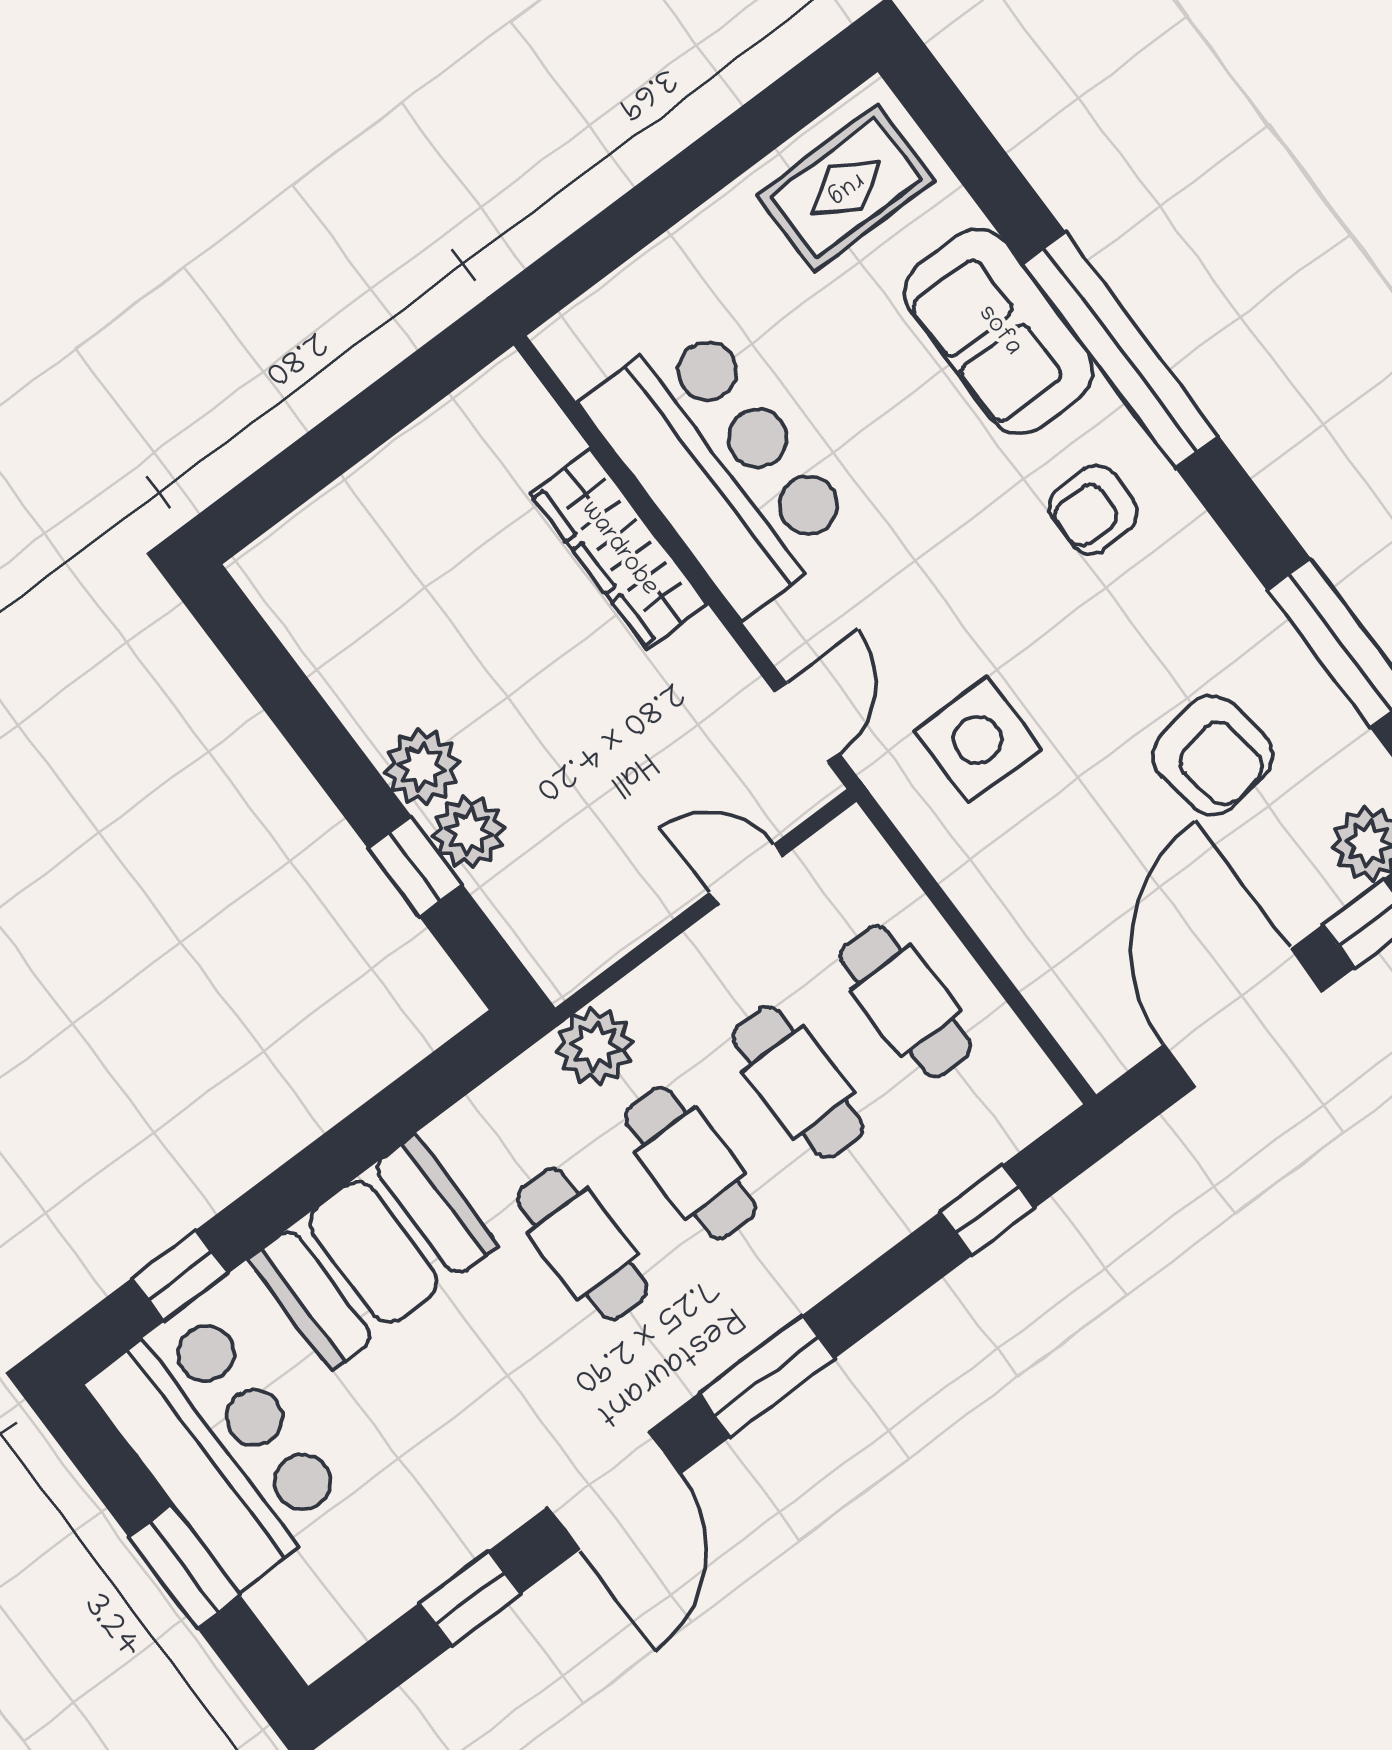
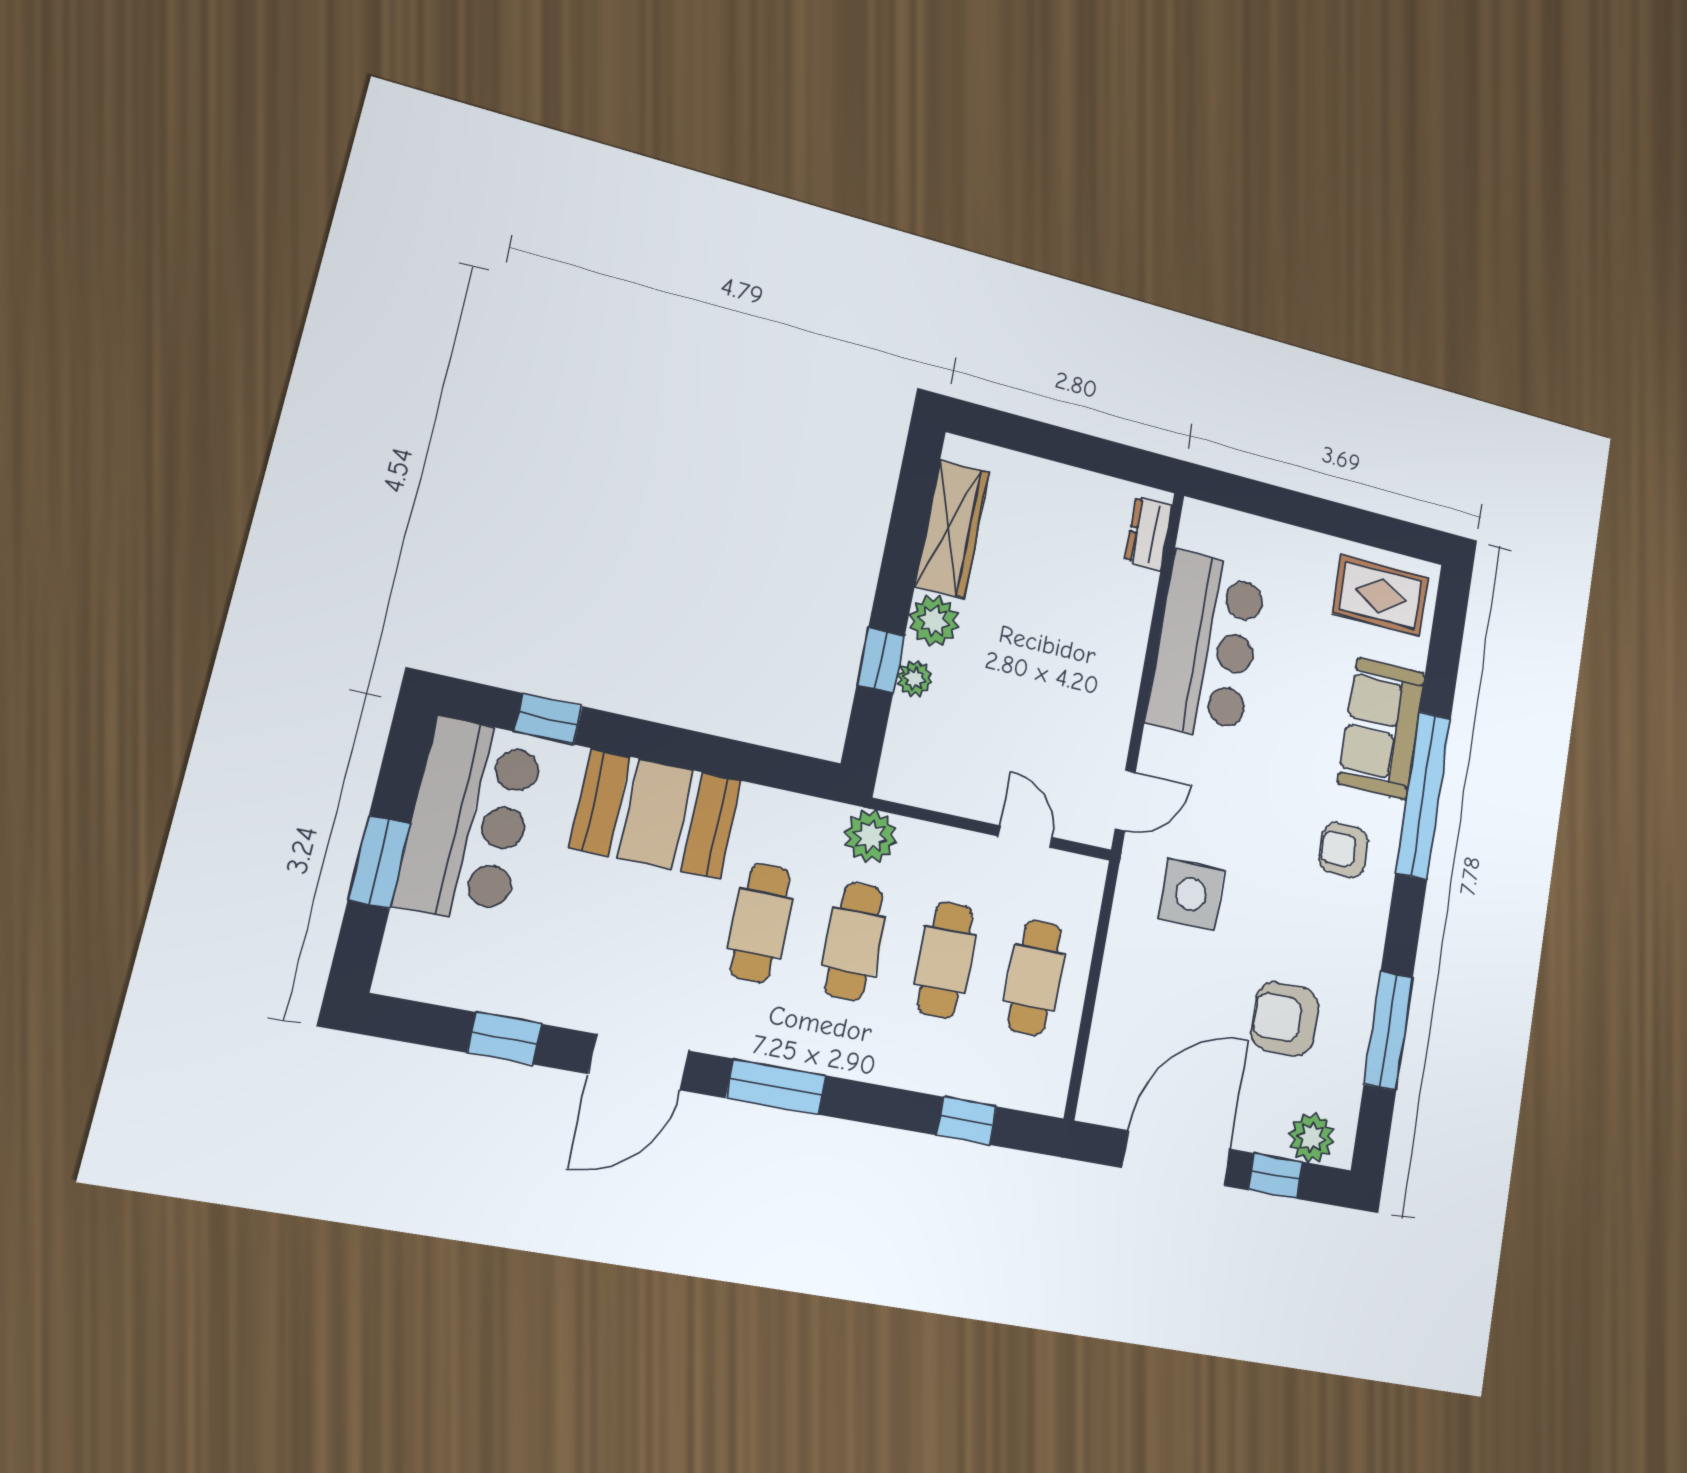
dresser: (533, 420) -> (1148, 533), added
wardrobe: (619, 549) -> (952, 529), moved, turned 180
armchair: (1213, 755) -> (1285, 1019), turned 99
plant: (469, 832) -> (915, 678), width x0.73, depth x0.73

